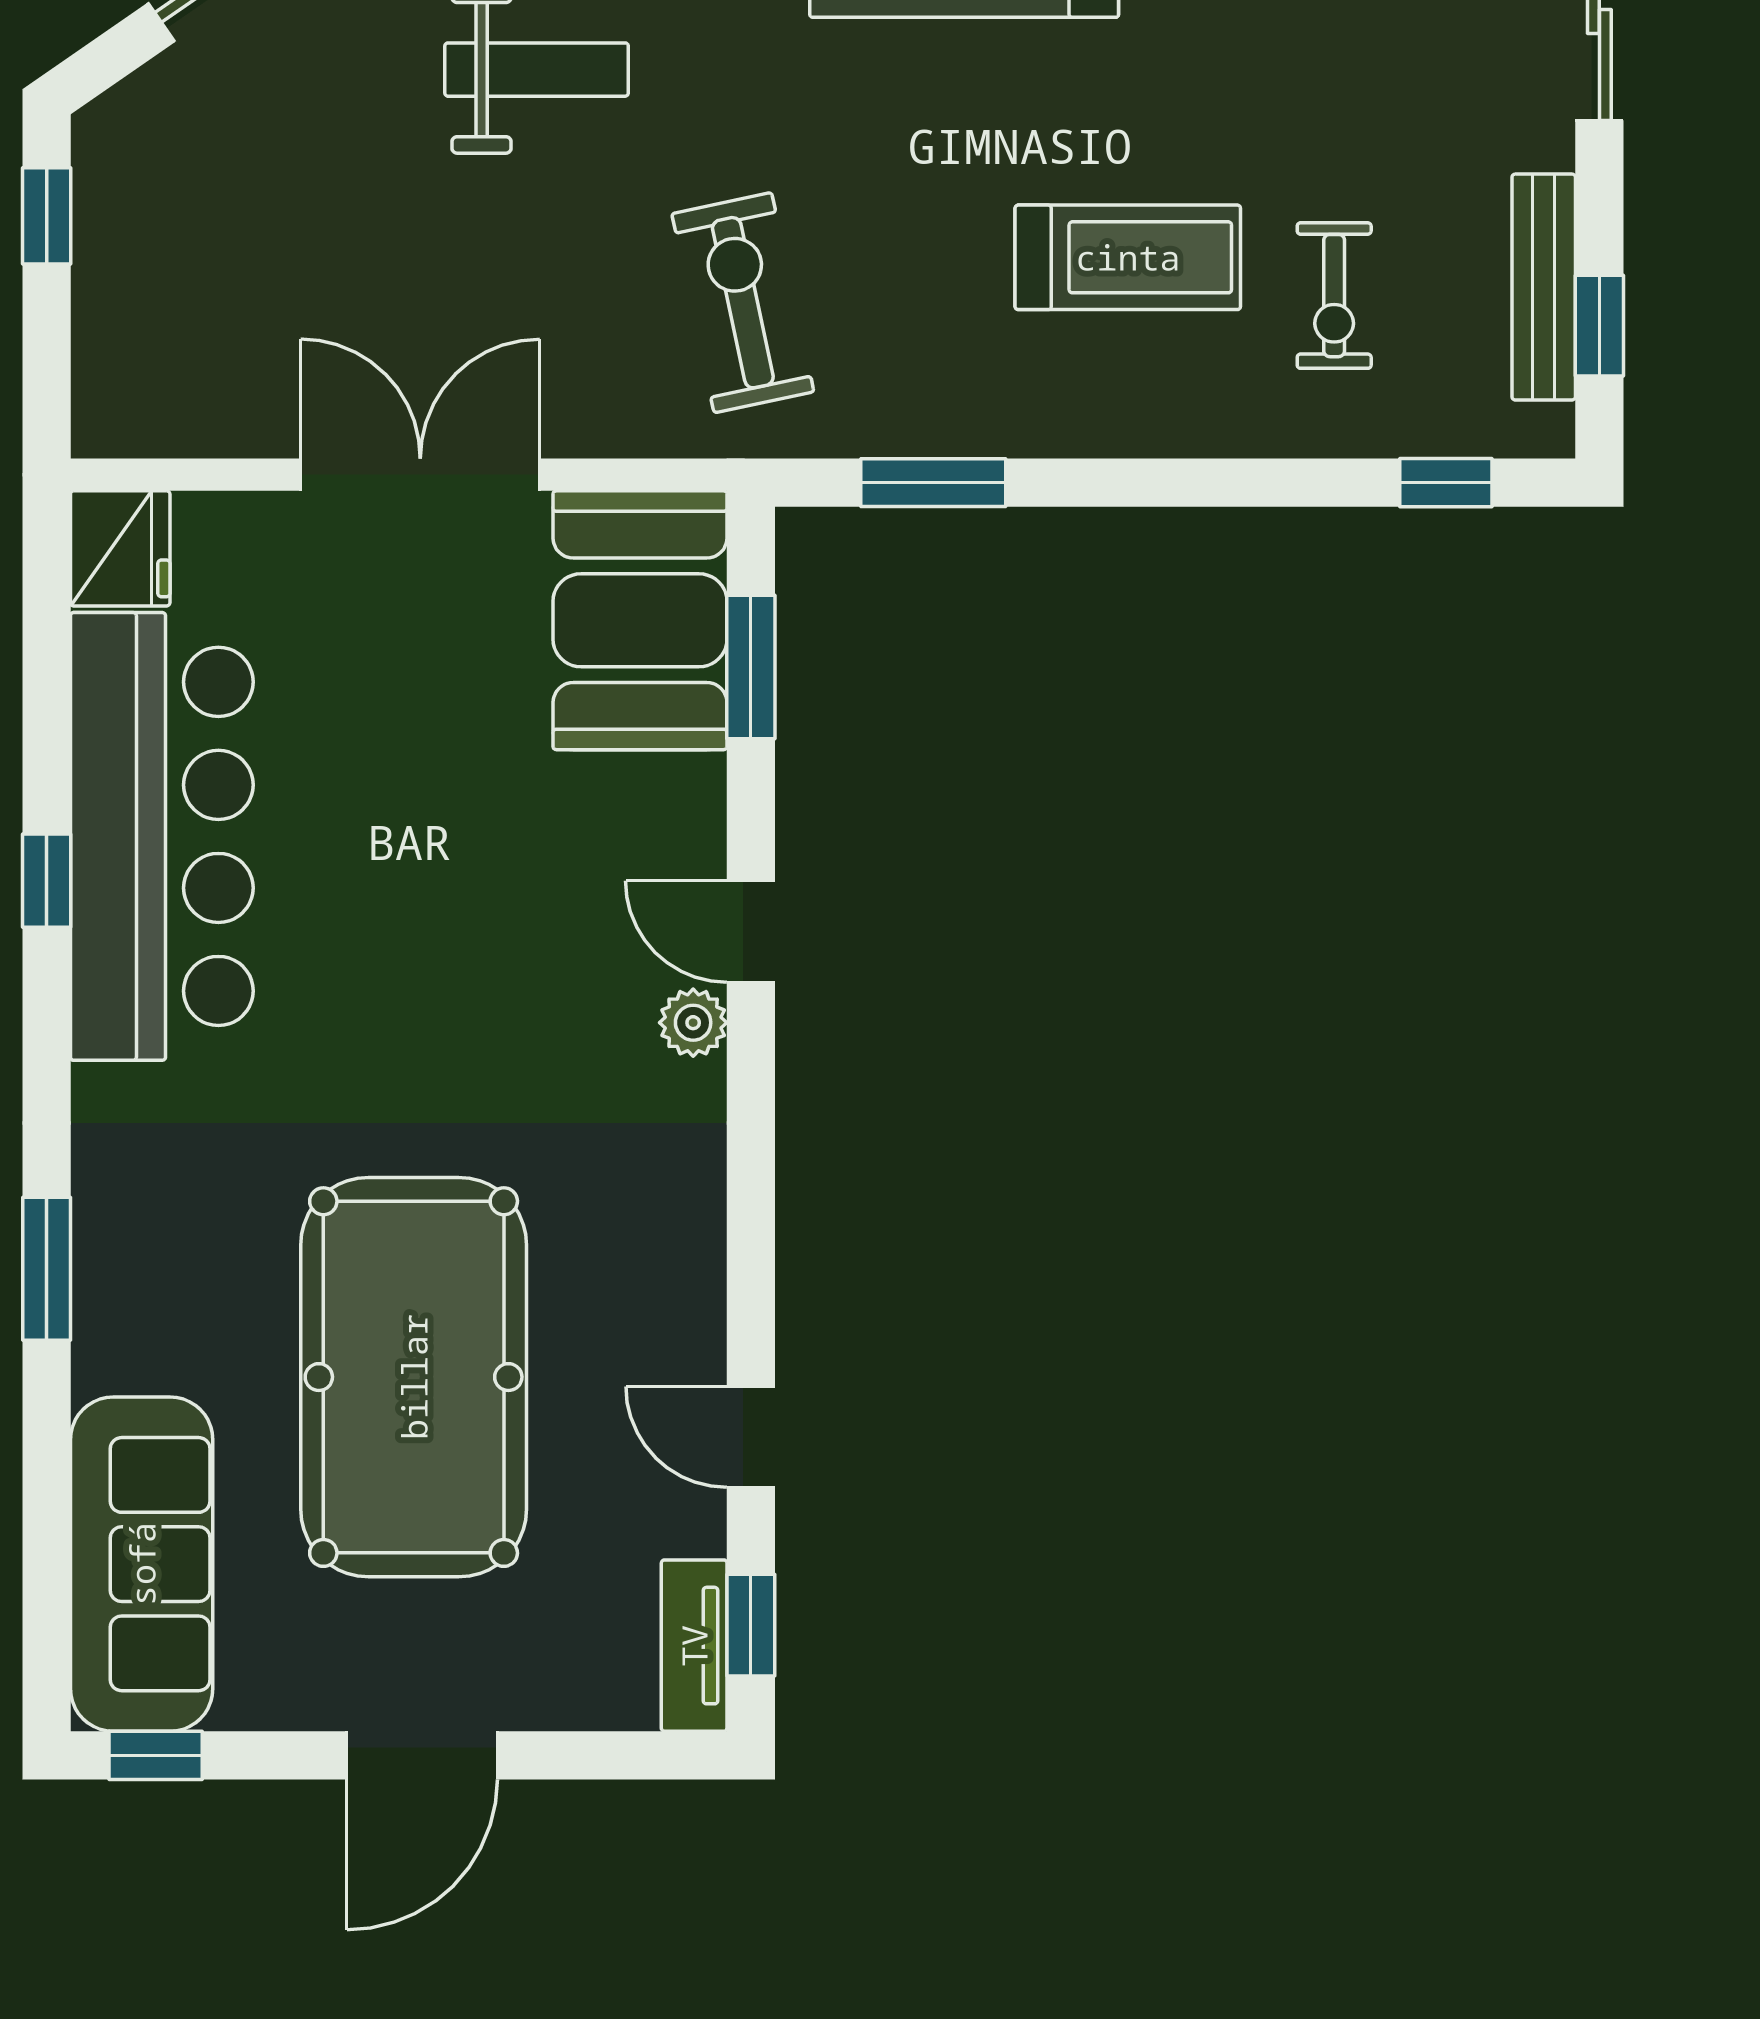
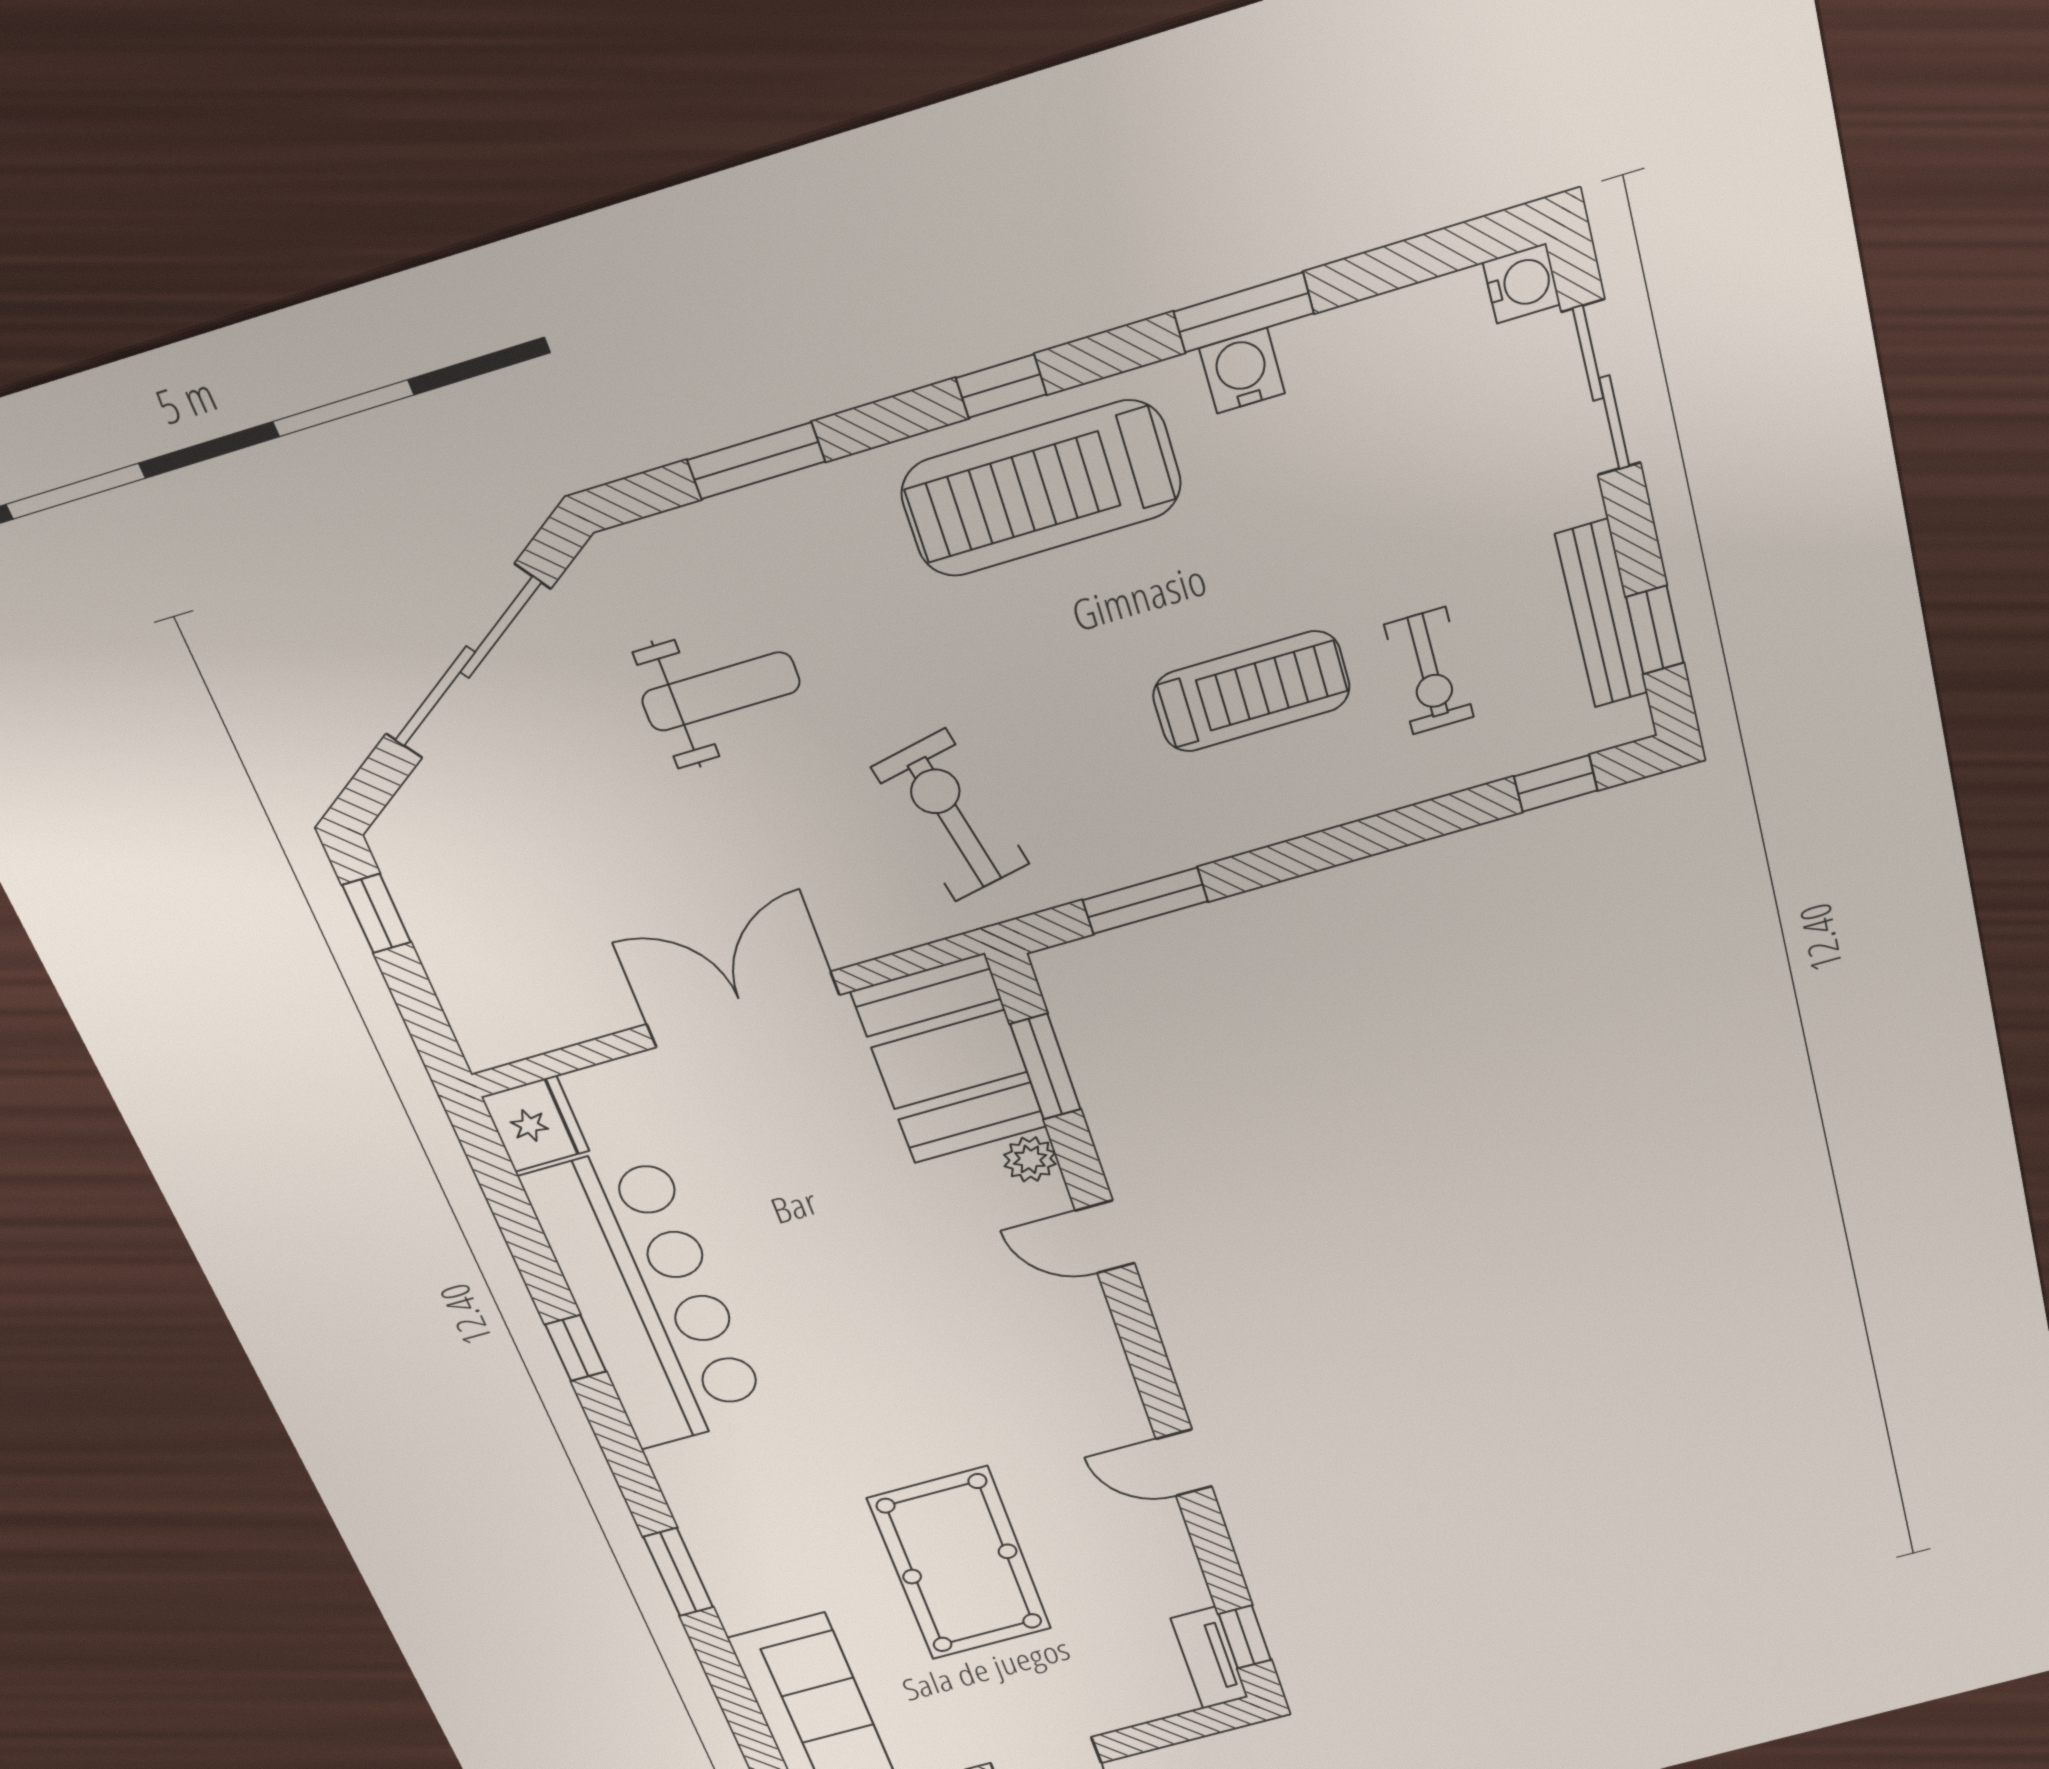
plant: (693, 1023) -> (1030, 1159), moved
pool table: (414, 1377) -> (960, 1564), width x0.73, depth x0.76
door: (751, 1437) -> (1184, 1463), moved

